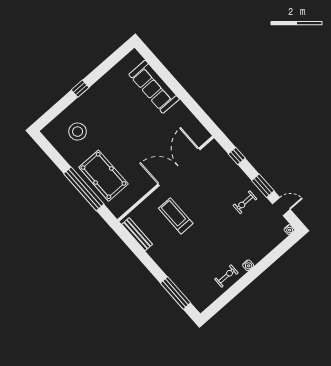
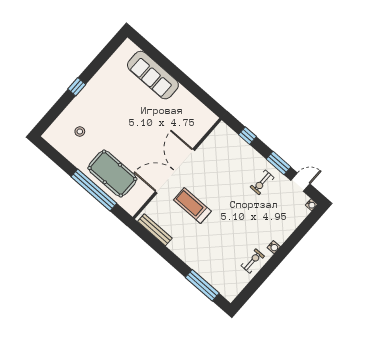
stool: (78, 132) -> (80, 131), width x0.53, depth x0.53
double door: (179, 167) -> (175, 171), moved

